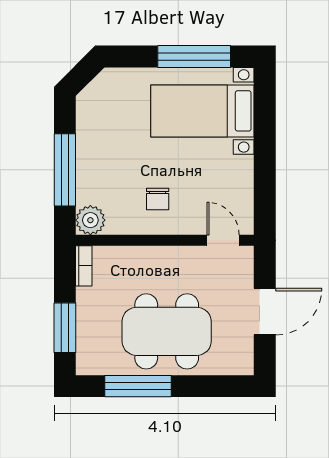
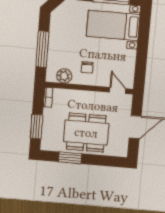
plant: (90, 220) -> (64, 76), moved
window: (138, 386) -> (70, 158), width x0.69

